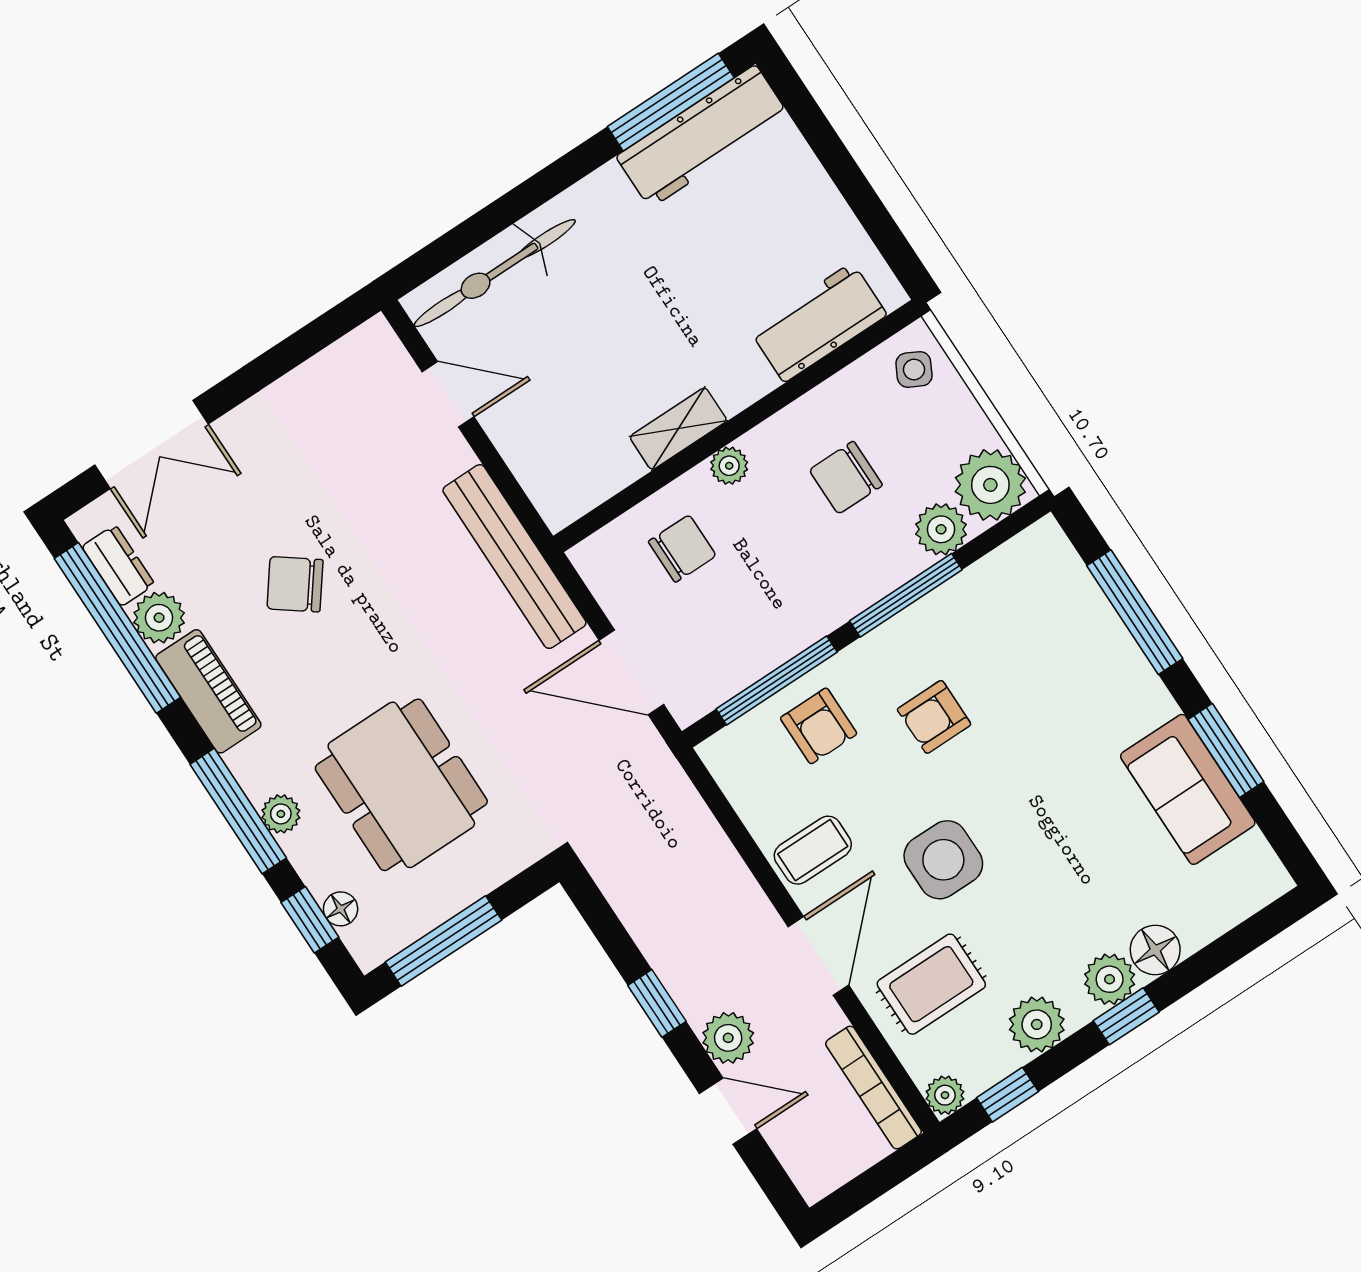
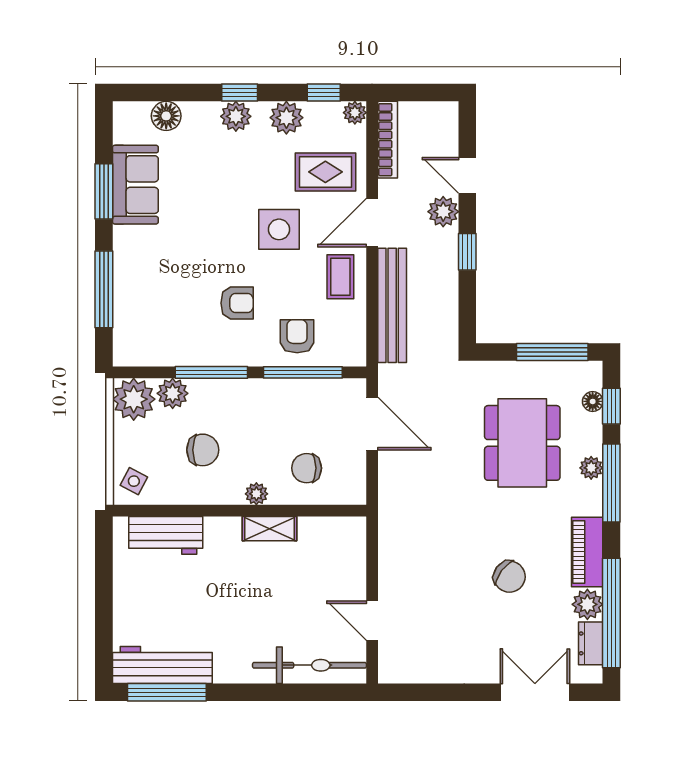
bench: (514, 557) -> (392, 305), moved
coffee table: (813, 850) -> (340, 277), turned 90
floor lamp: (1155, 950) -> (166, 116), moved

